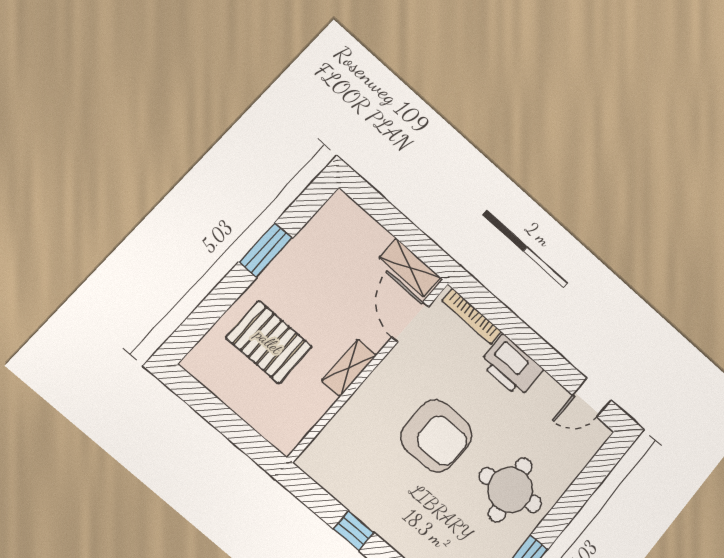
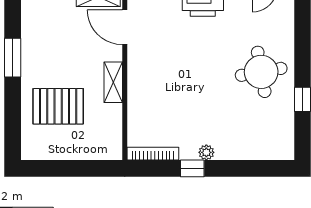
armchair: (436, 436) -> (194, 78), removed
bookcase: (326, 479) -> (153, 154), added
plant: (383, 526) -> (206, 152), added

